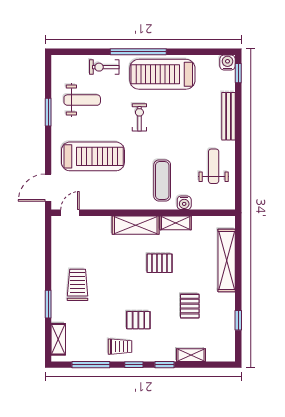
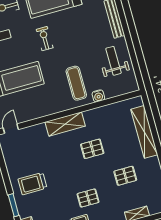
shelving: (176, 223) -> (96, 113), removed
trolley: (78, 285) -> (32, 184), turned -90
pallet: (190, 306) -> (125, 176), turned 90

